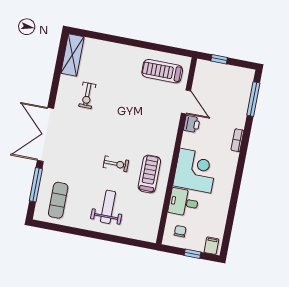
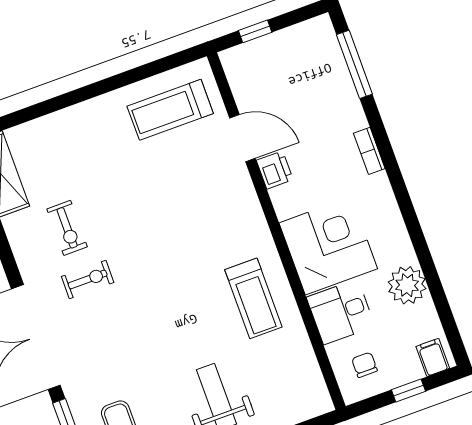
exercise bike: (116, 164) -> (88, 279), moved
treadmill: (149, 174) -> (253, 298), turned 180
plant: (219, 208) -> (407, 285), added

